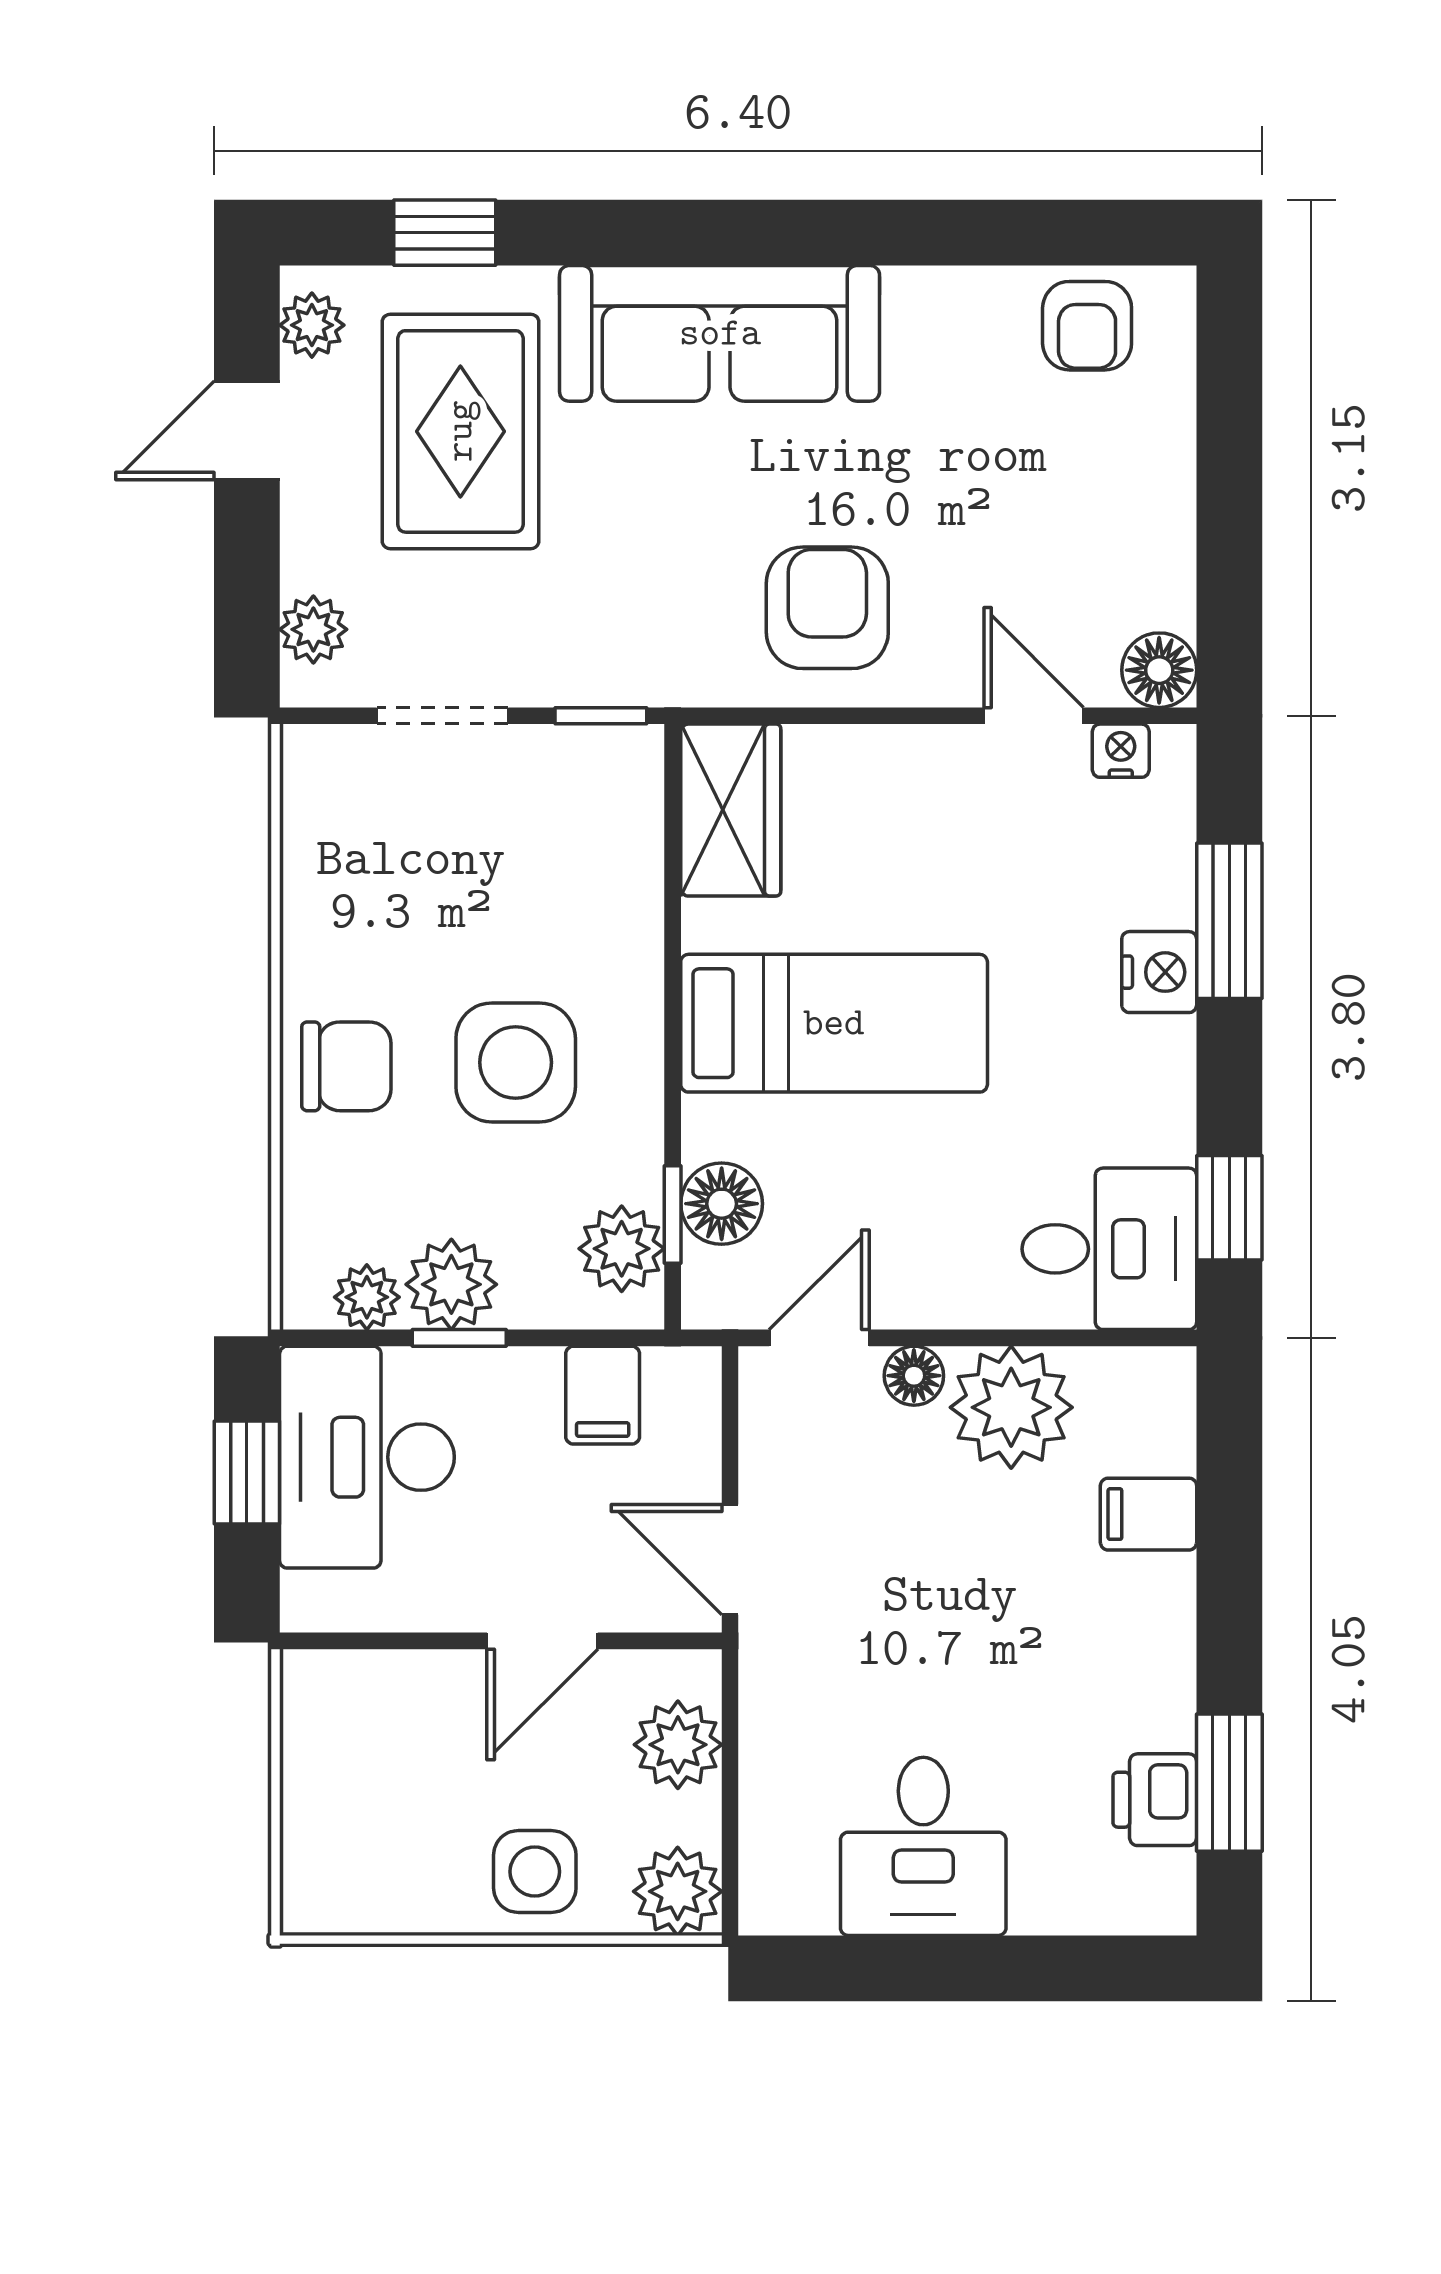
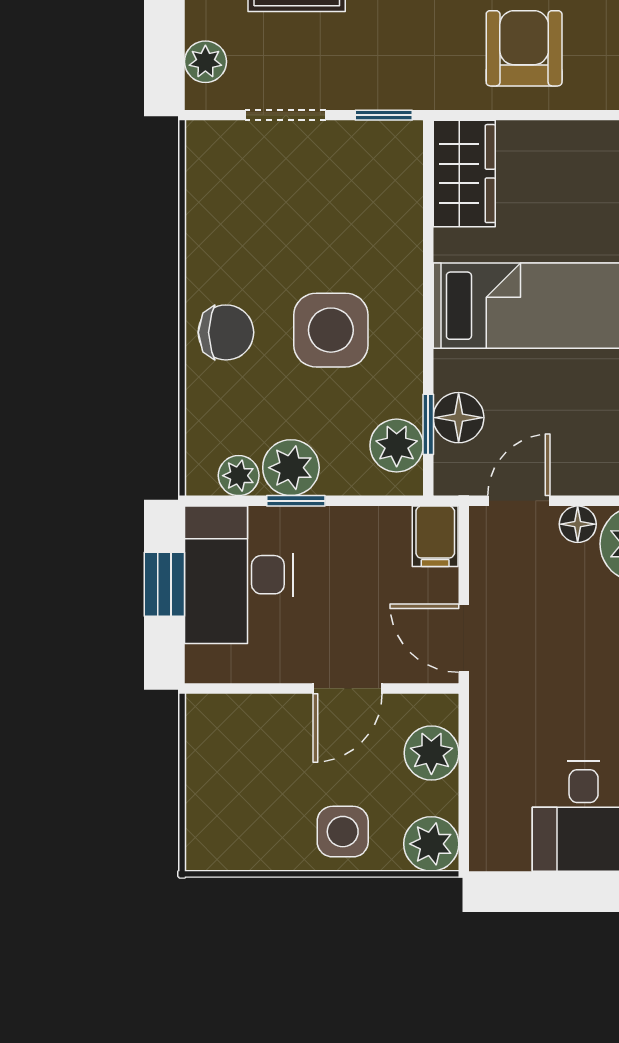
filing cabinet: (603, 1395) -> (435, 536), moved

